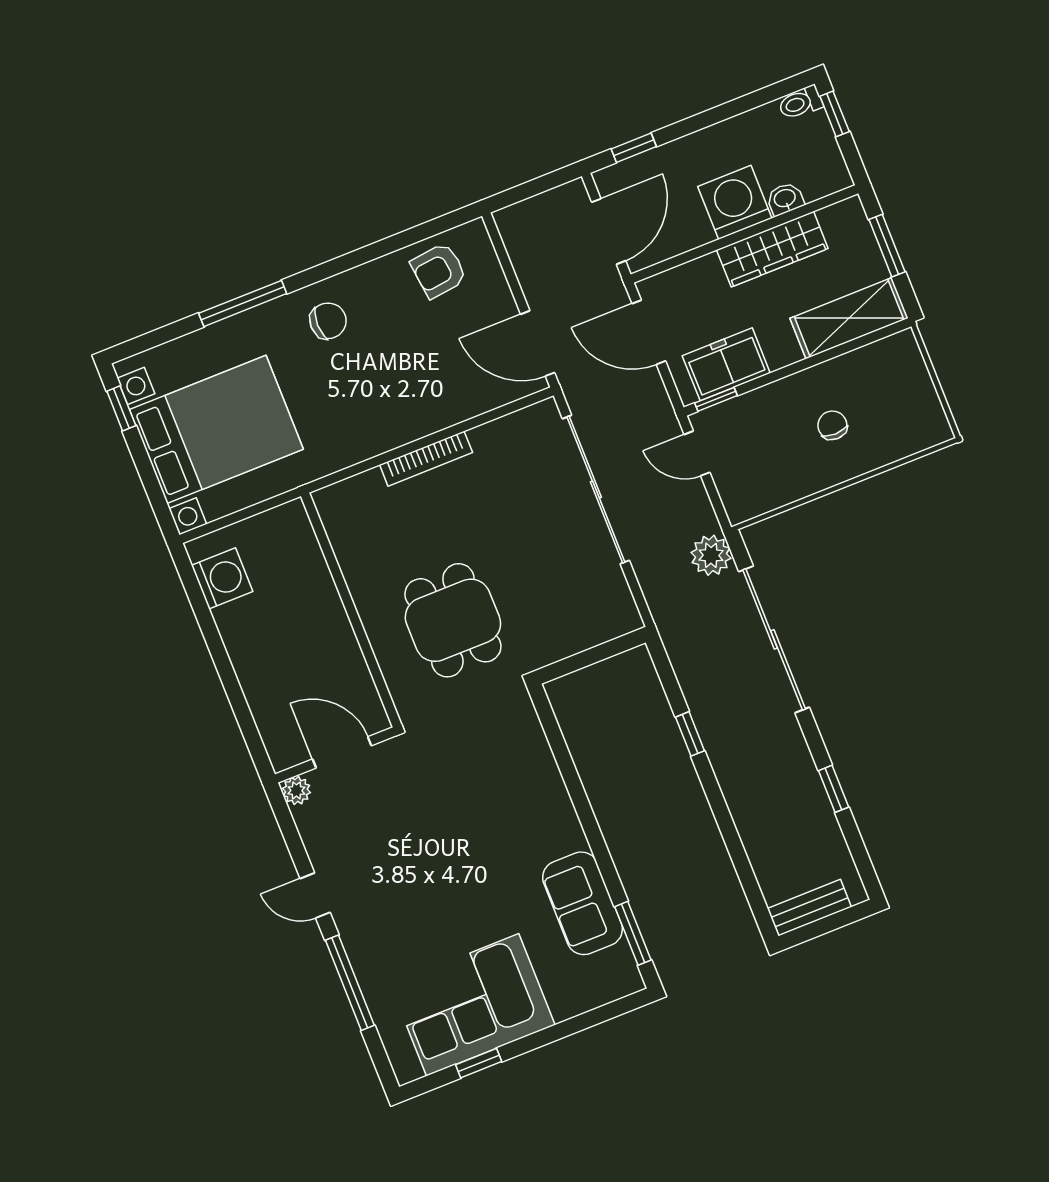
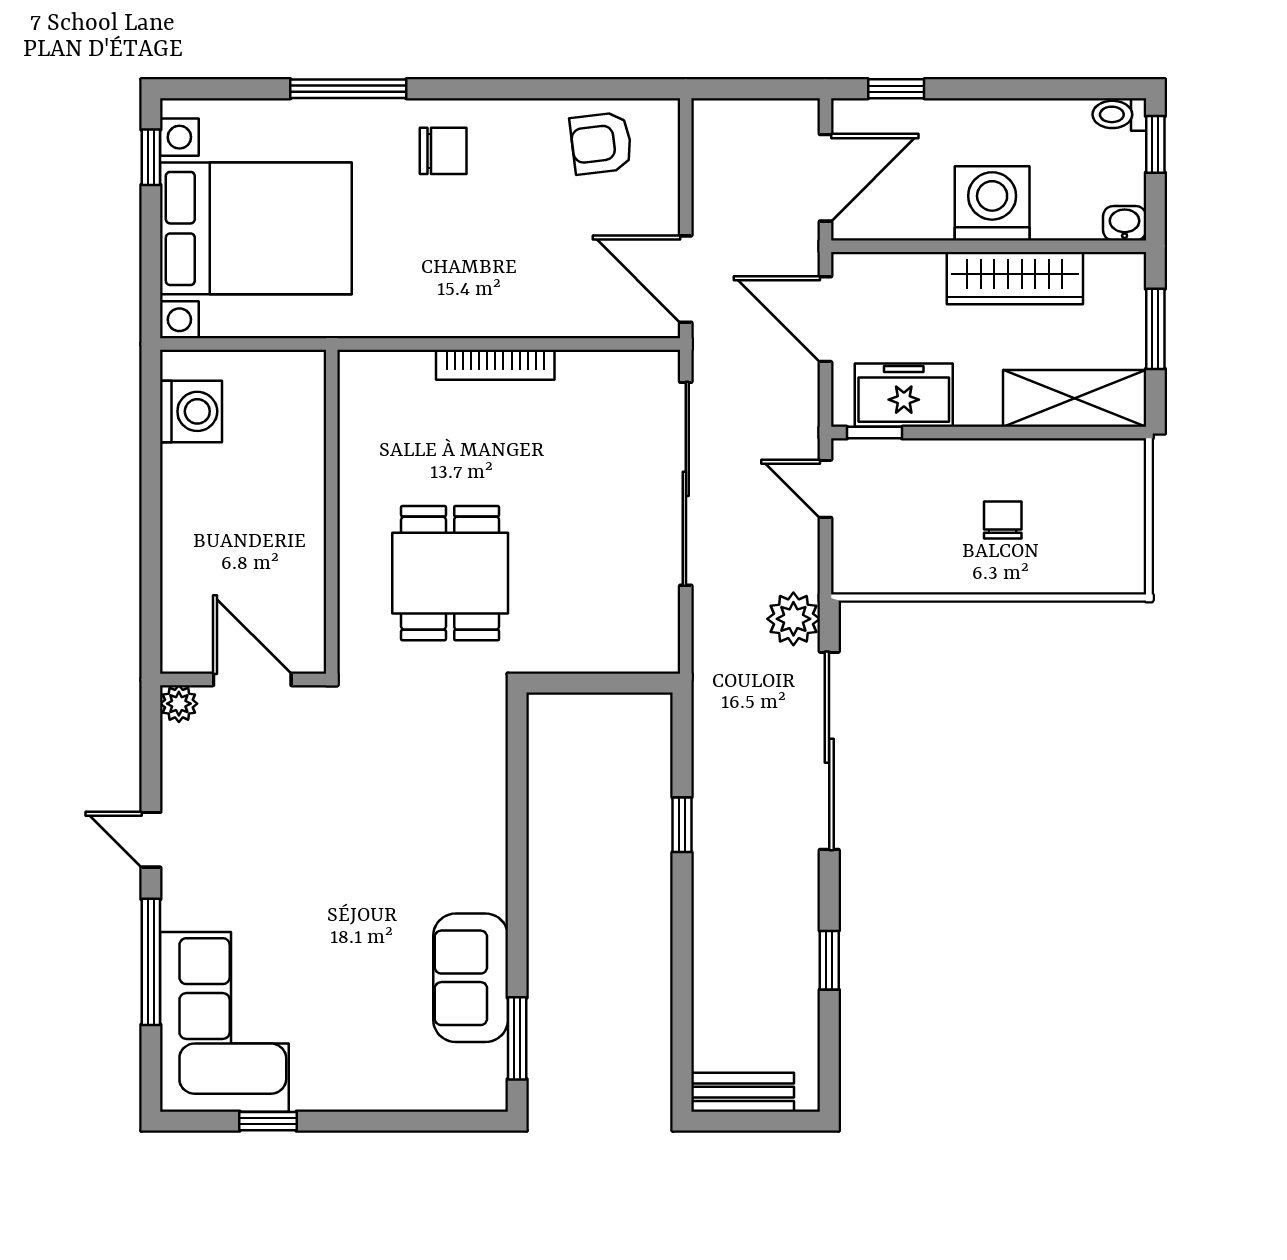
washbasin: (785, 199) -> (1125, 223), moved
corner sofa: (473, 1005) -> (224, 1022), moved, turned 90

